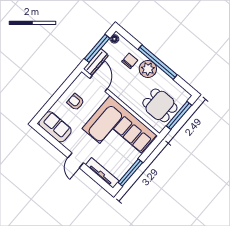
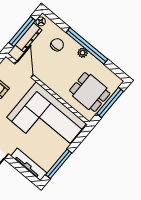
dresser: (96, 62) -> (29, 37), moved
plant: (148, 69) -> (83, 53), width x0.53, depth x0.53

